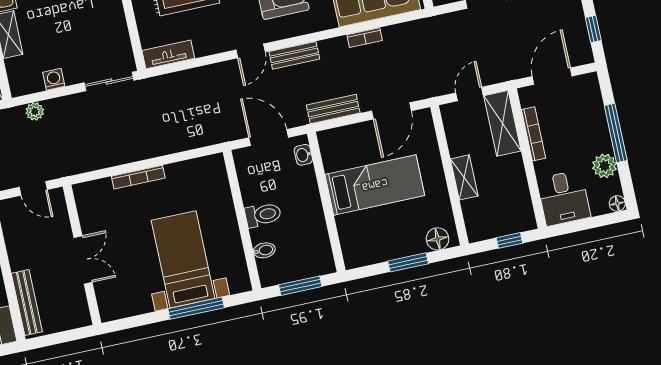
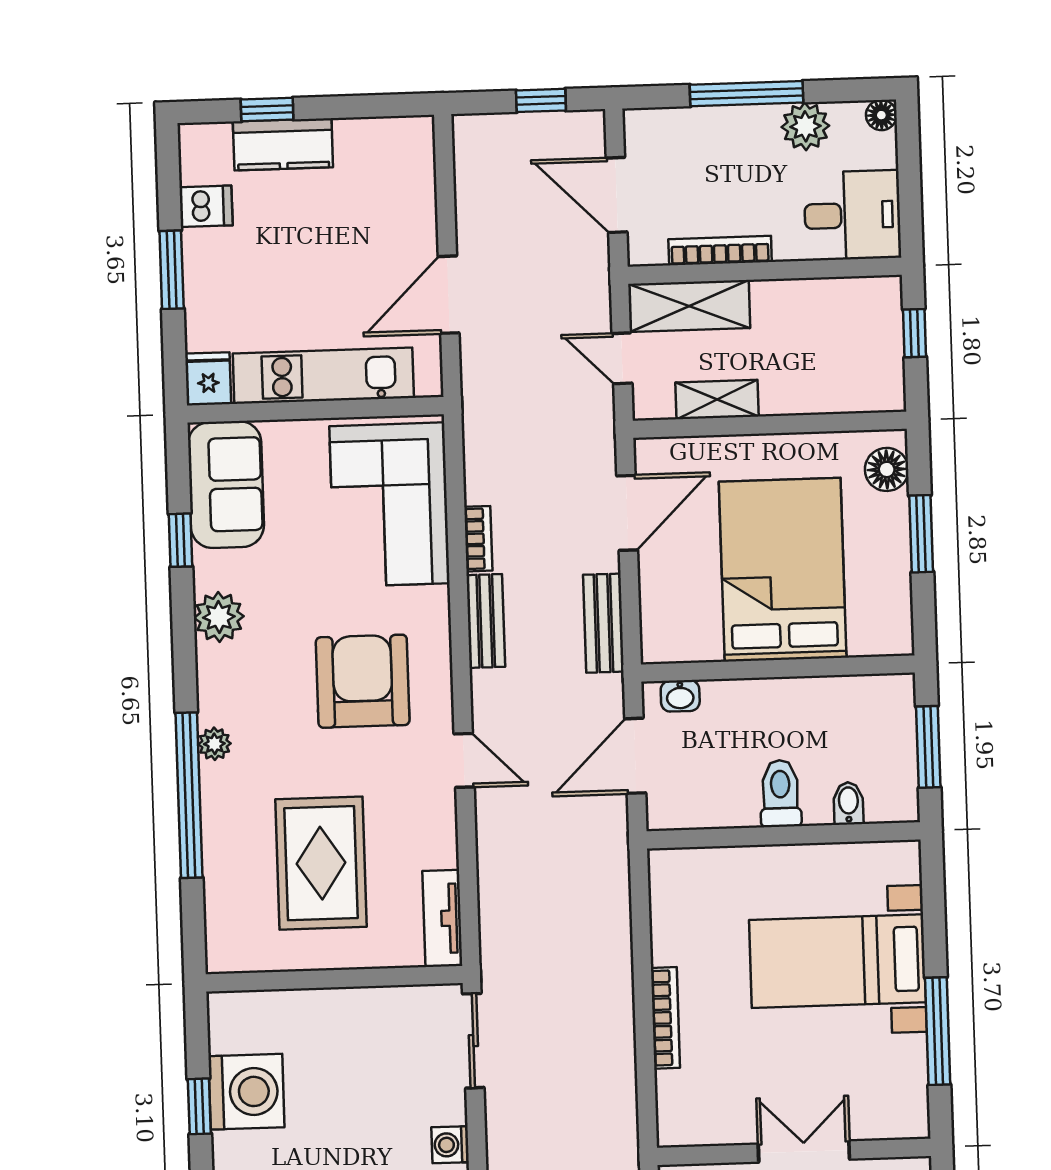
bench: (294, 55) -> (486, 621), moved
door: (391, 111) -> (627, 513), hinge flipped
shelving: (464, 177) -> (717, 399), moved
bed: (375, 185) -> (783, 570), width x1.50
window: (196, 308) -> (938, 1031), moved

